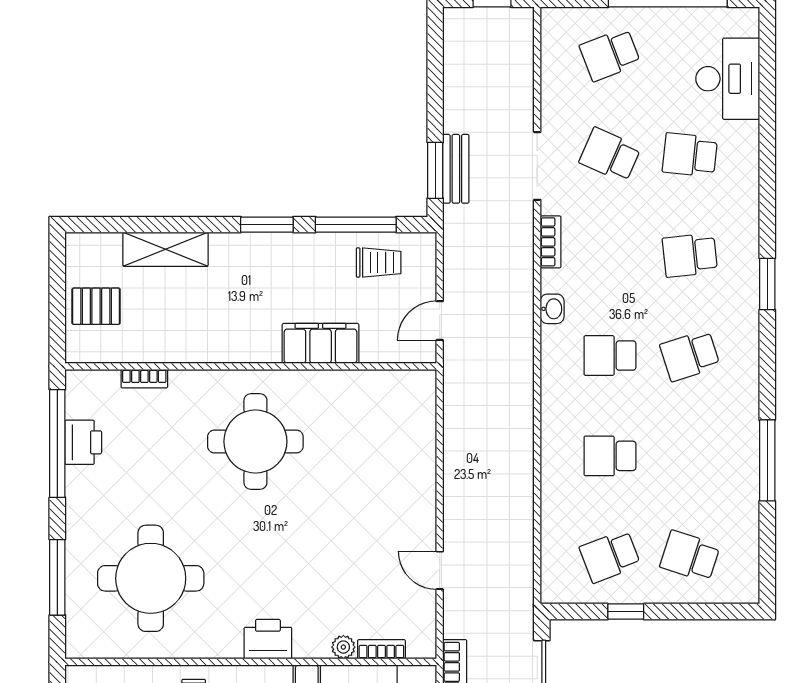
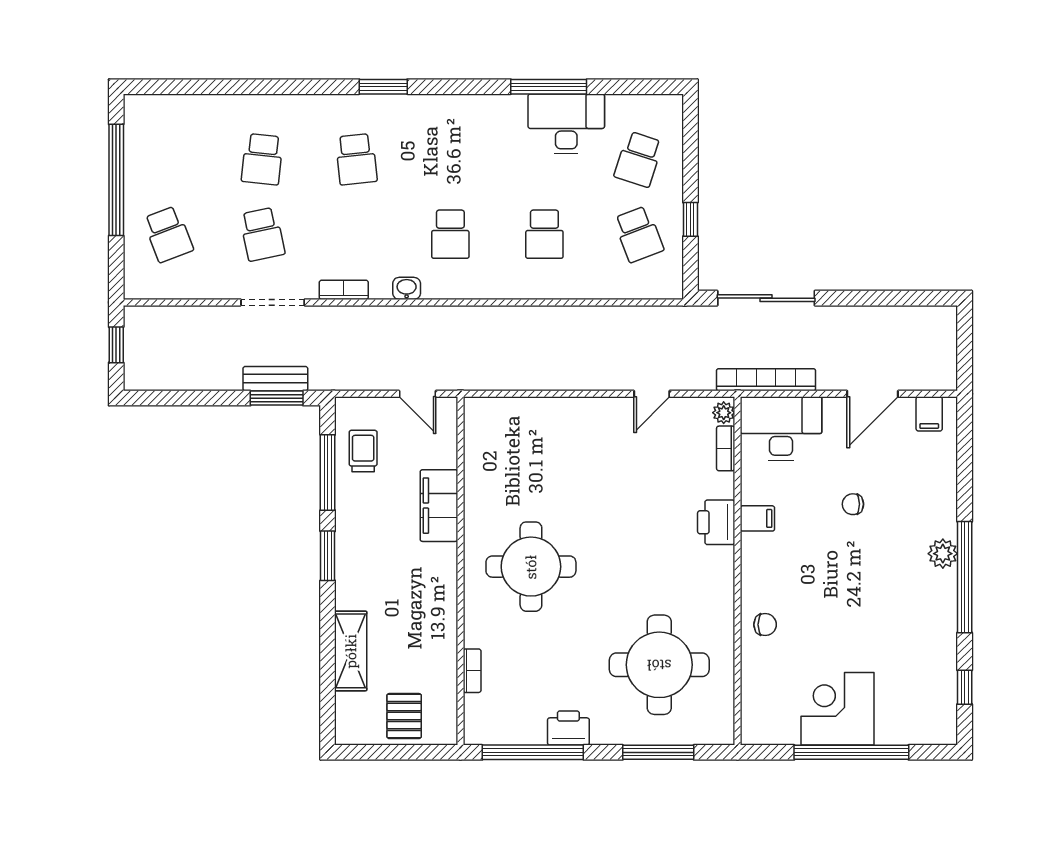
desk: (728, 79) -> (566, 124), moved
school desk: (610, 155) -> (262, 234), turned -36
school desk: (690, 356) -> (450, 159), removed
printer: (83, 442) -> (568, 728), moved
printer: (268, 639) -> (716, 522), moved
plant: (343, 647) -> (724, 413), moved

